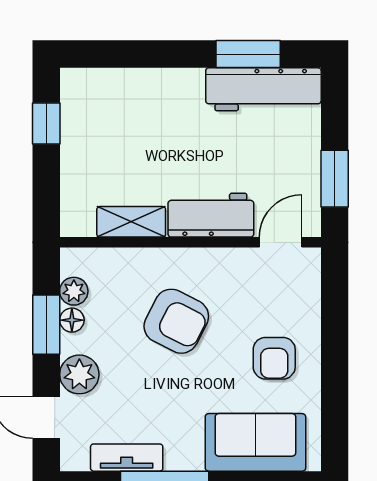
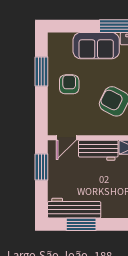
window: (335, 386) -> (41, 72), added
sofa: (255, 442) -> (96, 46), moved

